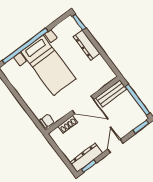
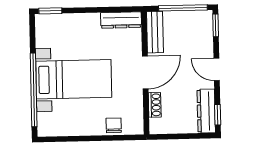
dresser: (87, 45) -> (121, 20), moved
chair: (47, 121) -> (114, 125), moved

